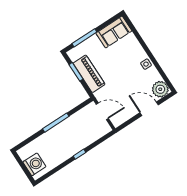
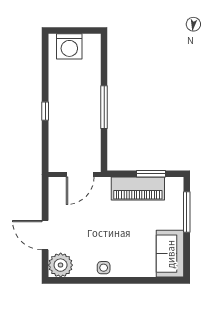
door: (149, 109) -> (45, 235), swing flipped

